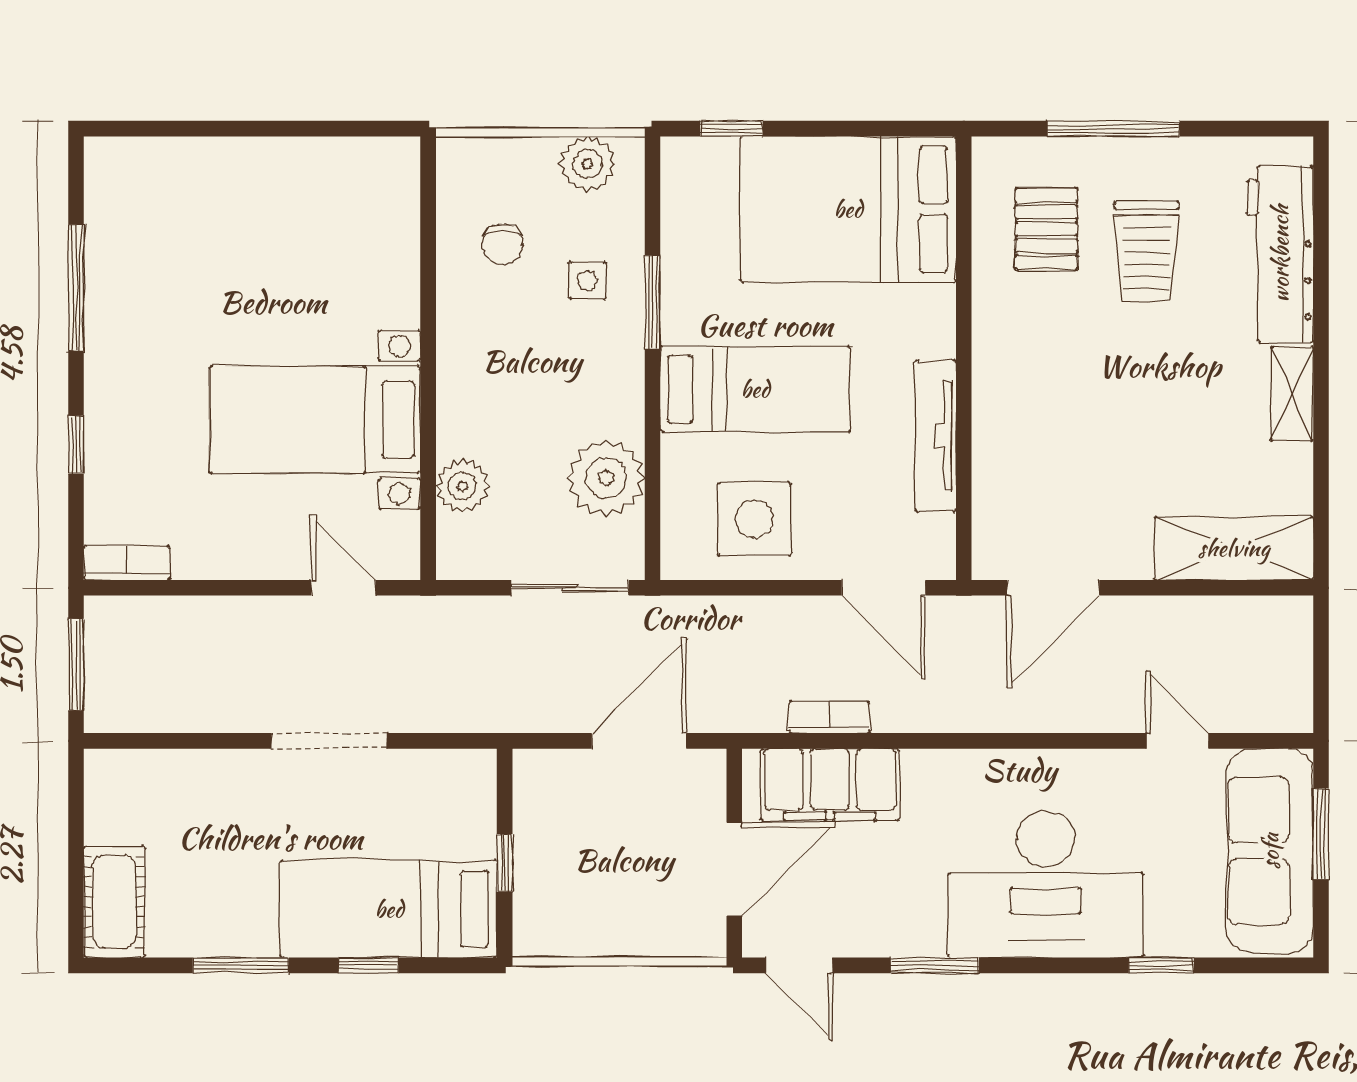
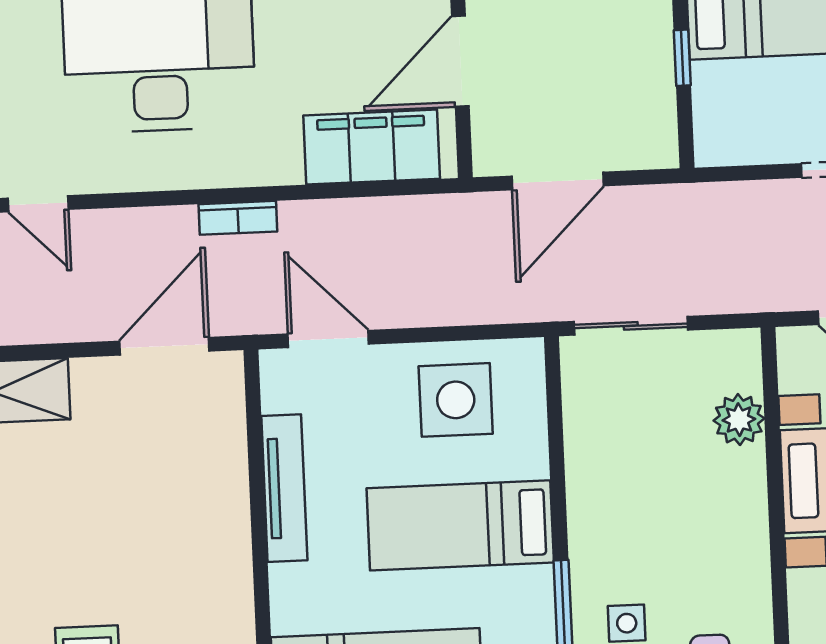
plant: (606, 478) -> (601, 433), removed
bookcase: (829, 717) -> (238, 218), moved

